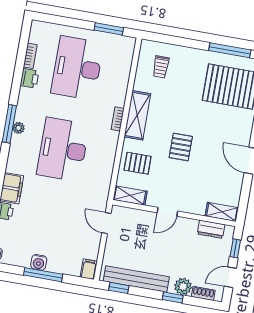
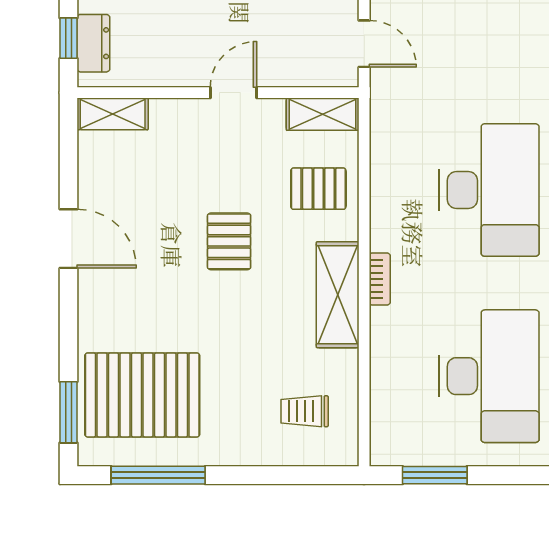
trolley: (161, 67) -> (305, 411), turned -90
dresser: (211, 229) -> (93, 43), moved, turned 90

